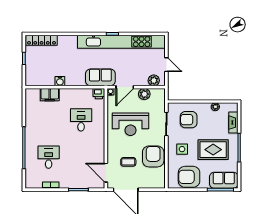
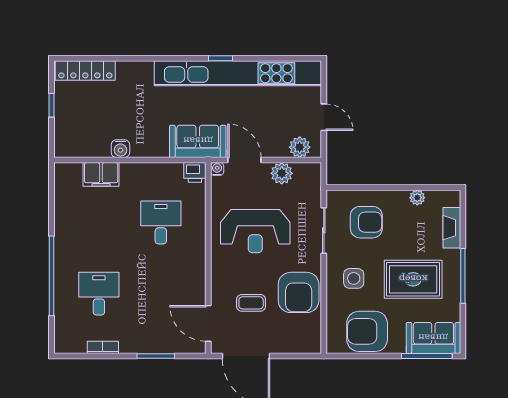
door: (125, 87) -> (244, 160), swing flipped
armchair: (189, 120) -> (366, 222), turned 180
armchair: (153, 156) -> (299, 292), turned 180

